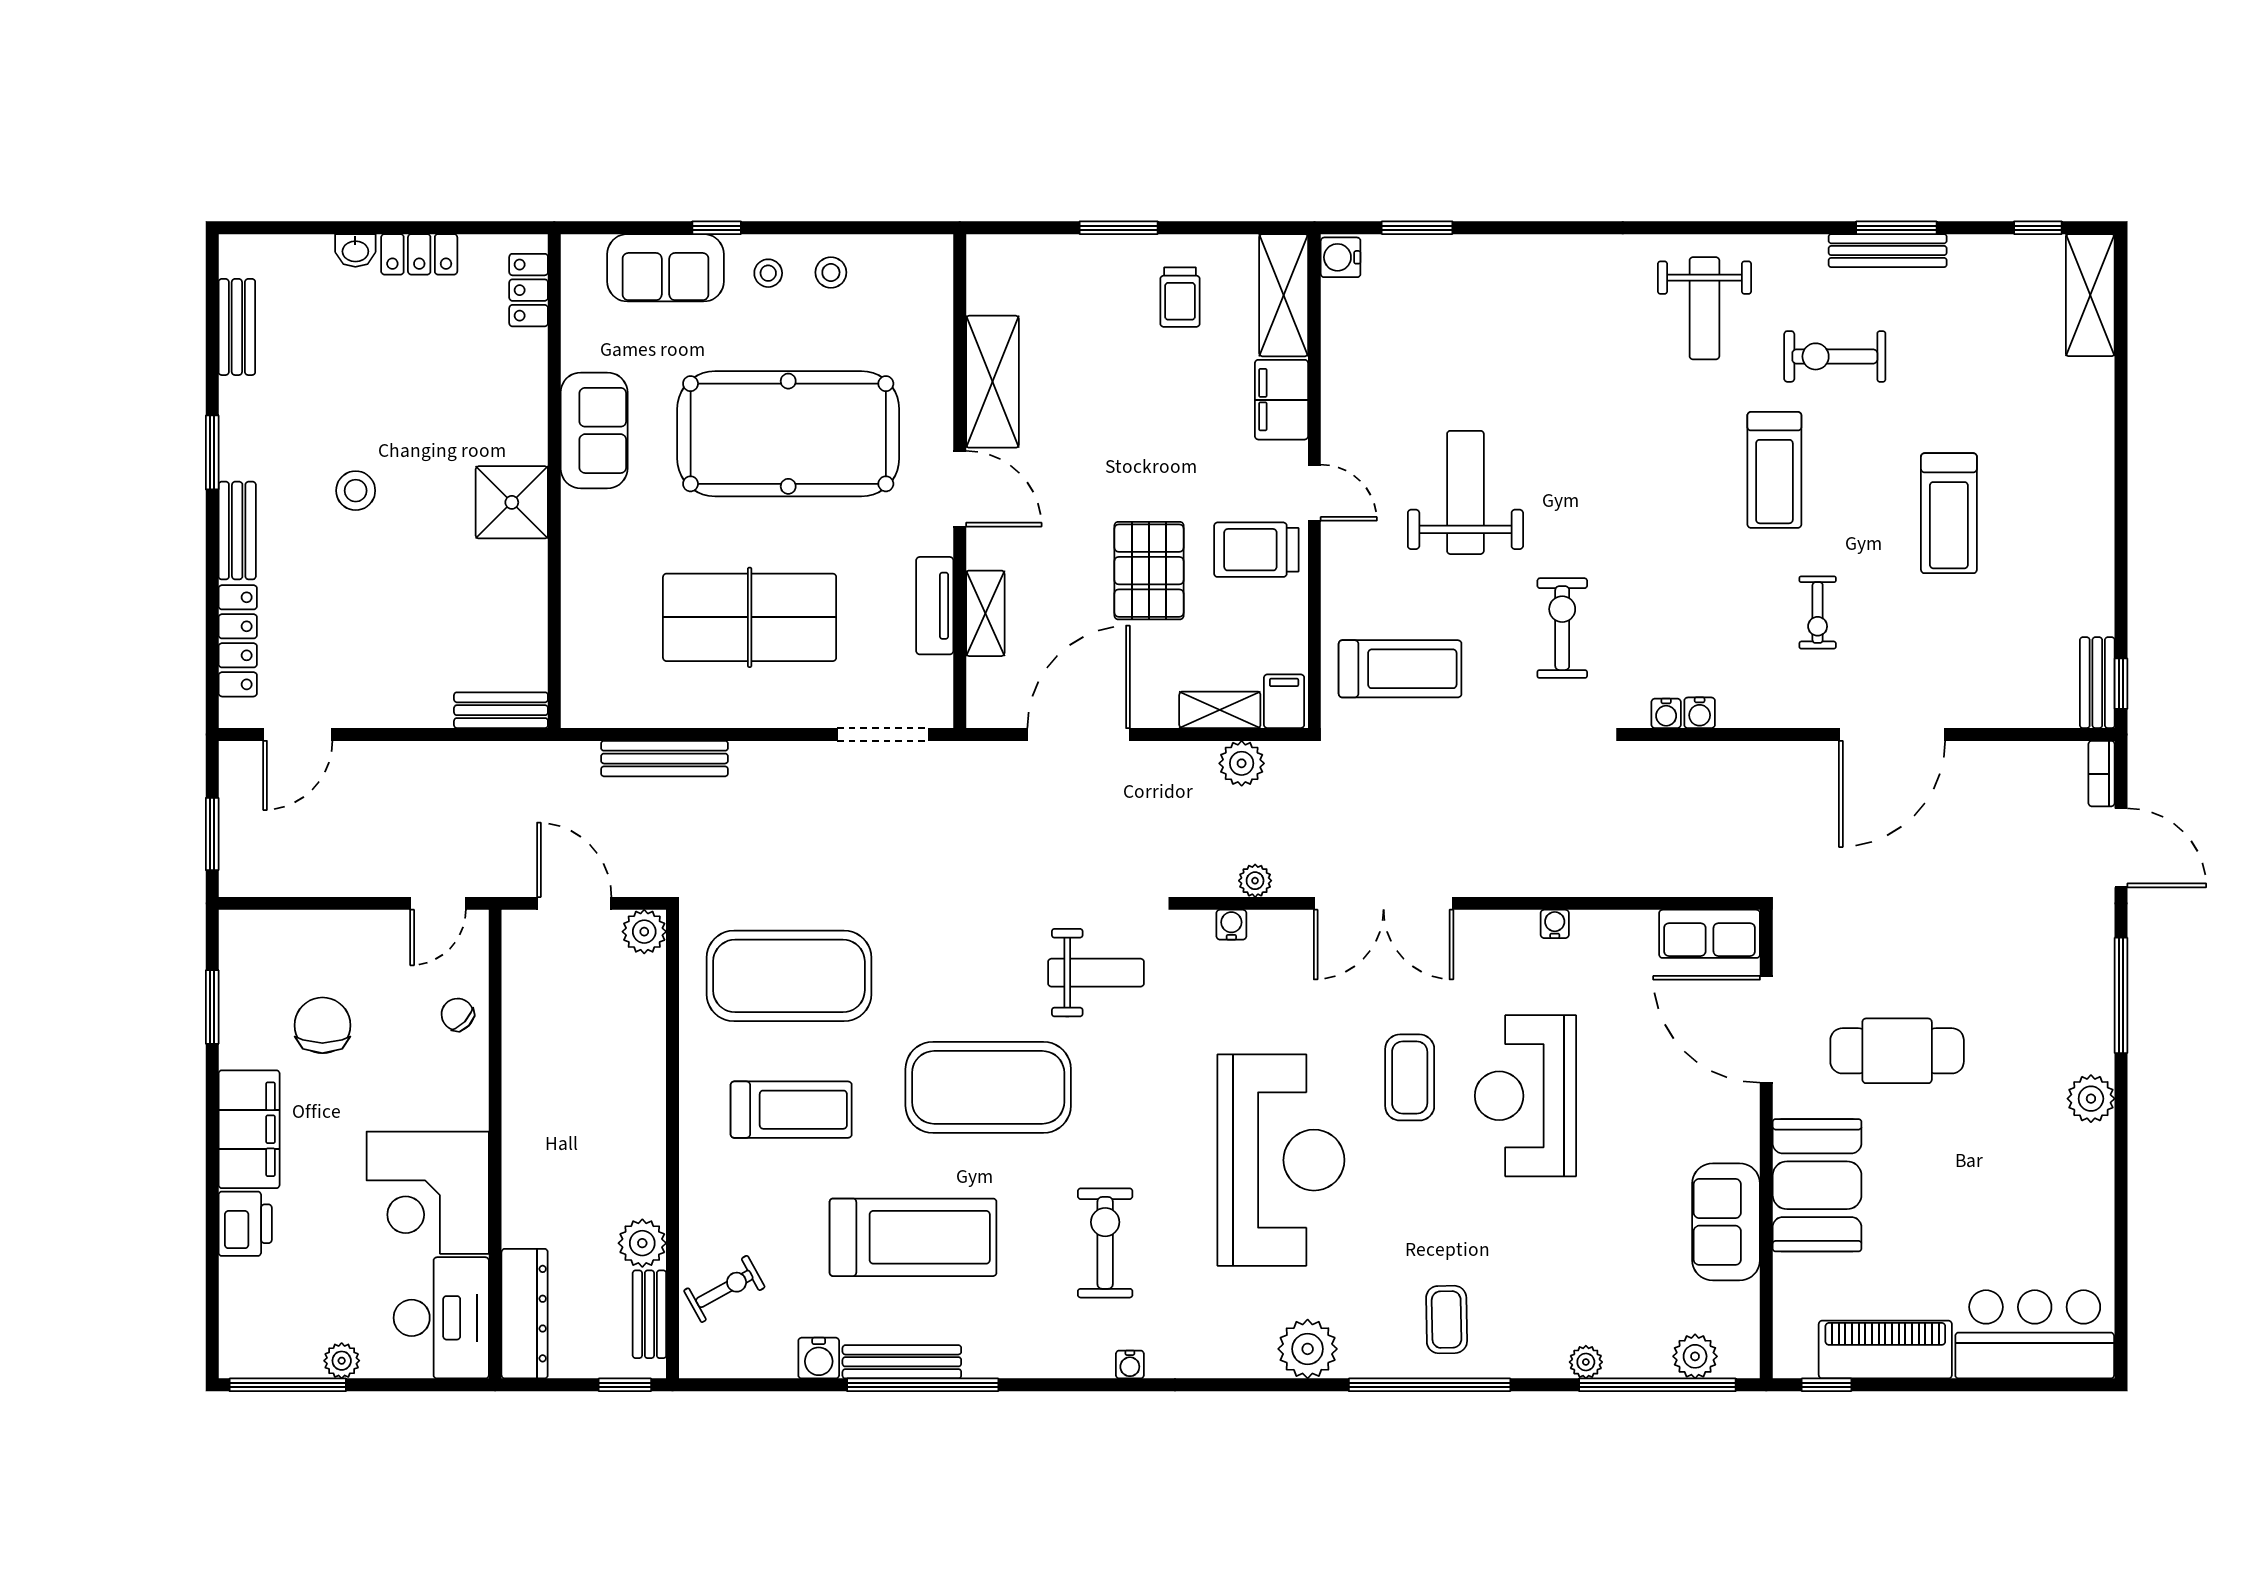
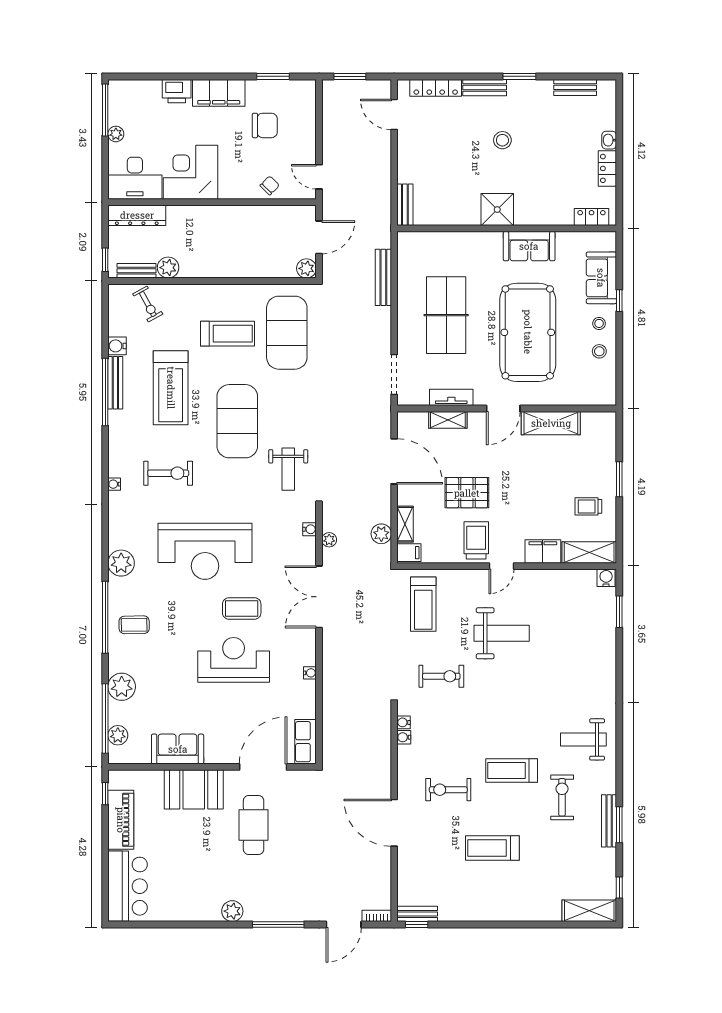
exercise bike: (1818, 613) -> (448, 790), width x1.38, depth x1.39
treadmill: (791, 1110) -> (227, 334), turned -90
plant: (1586, 1362) -> (122, 687), width x1.87, depth x1.87

